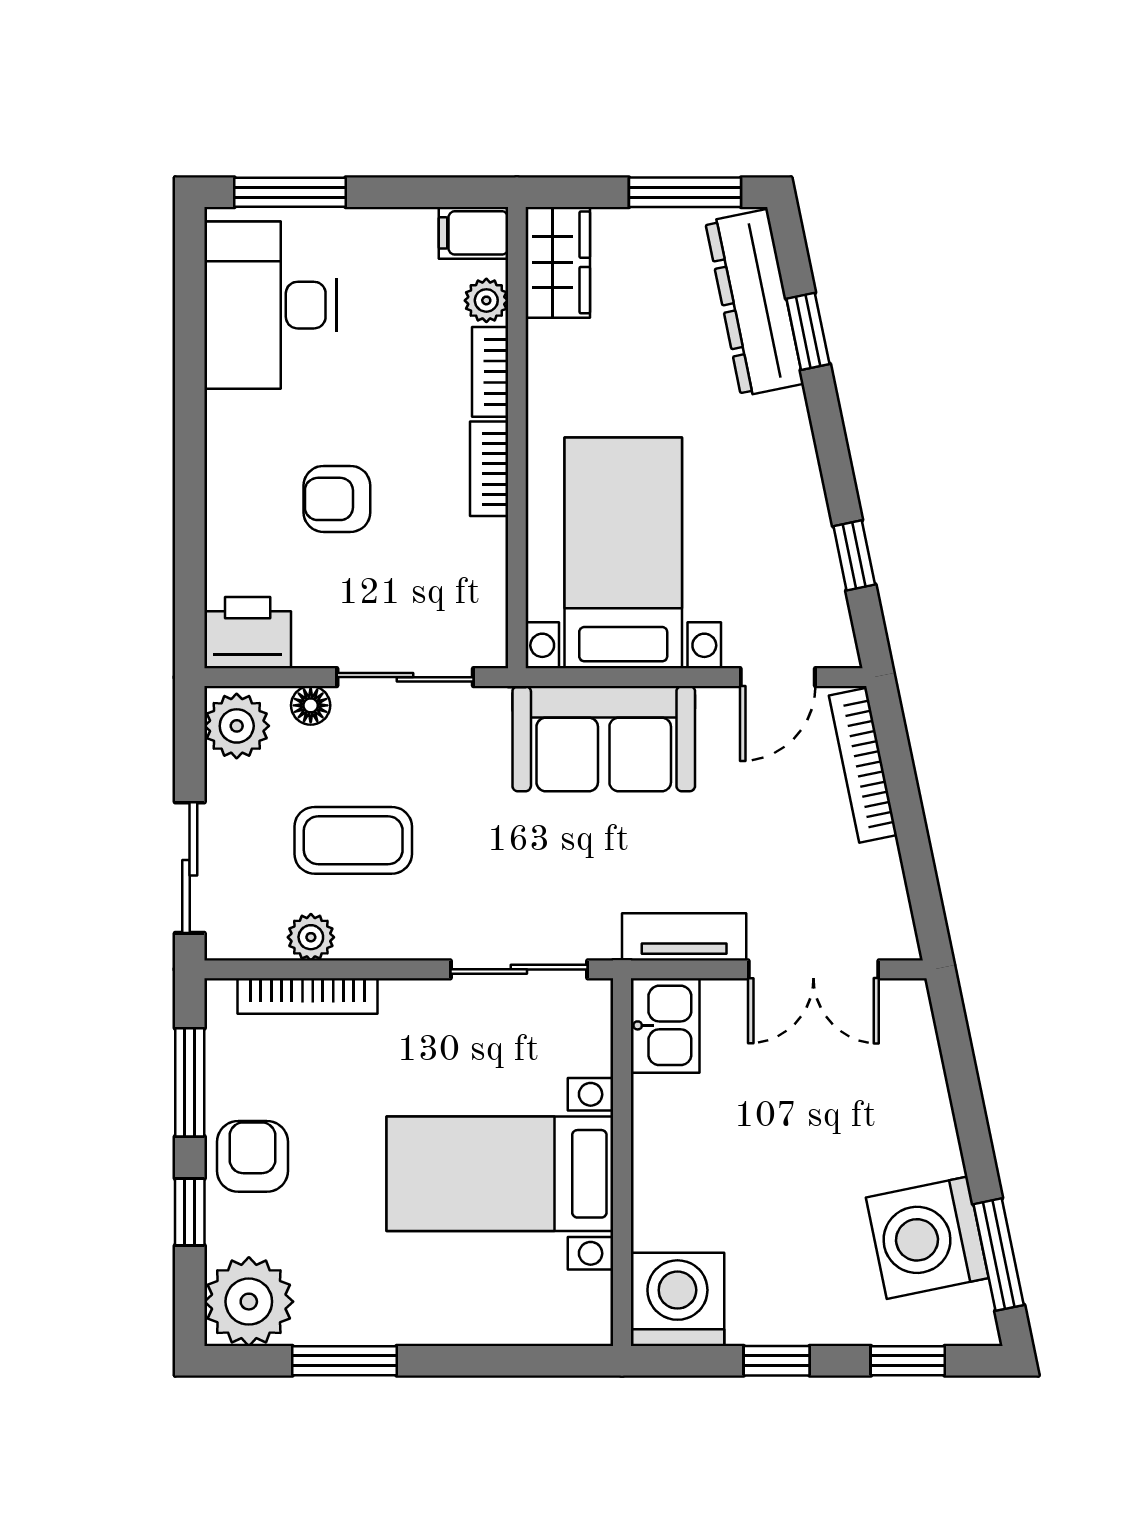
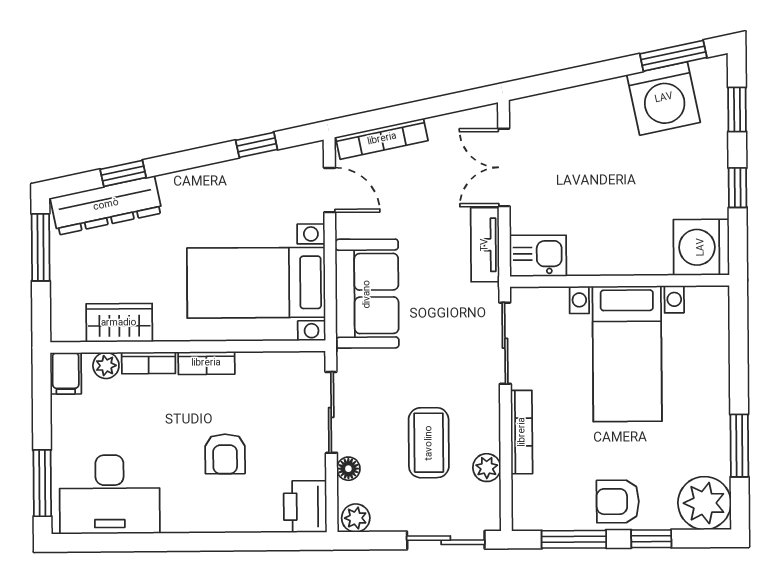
wardrobe: (558, 262) -> (119, 323), moved
plant: (237, 726) -> (356, 518), width x0.73, depth x0.73
double door: (813, 969) -> (504, 167), swing flipped
bookcase: (307, 996) -> (522, 432), moved

